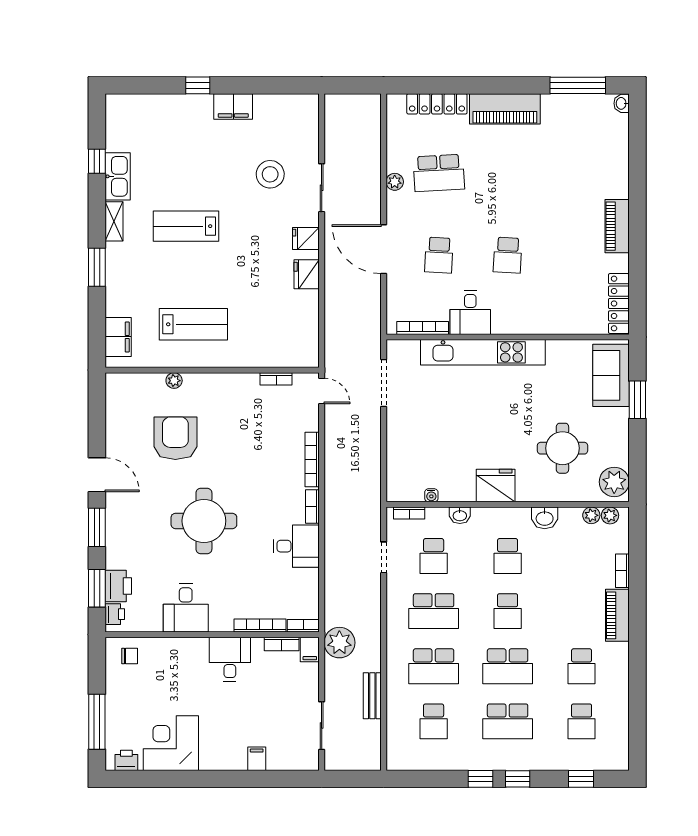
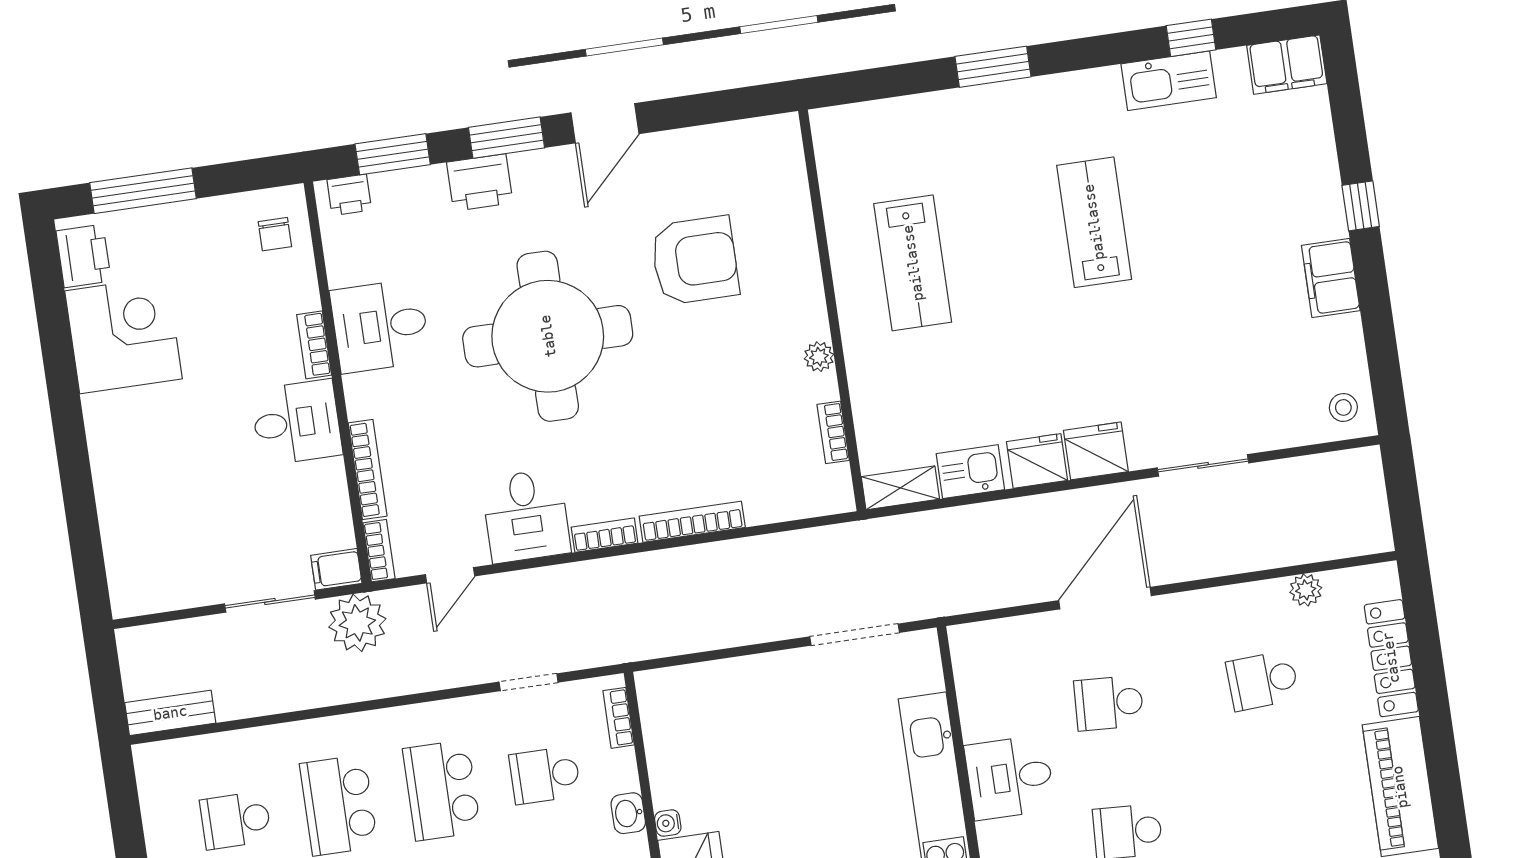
school desk: (439, 173) -> (1263, 681), width x0.54
stool: (270, 174) -> (1343, 407), moved, width x0.53, depth x0.53
plant: (395, 182) -> (1306, 590), moved
shelving: (114, 221) -> (900, 488), moved
fridge: (306, 238) -> (1096, 451), width x1.38
kitchen sink: (307, 310) -> (970, 472), added
bookcase: (423, 328) -> (968, 693), removed
filing cabinet: (118, 337) -> (1287, 65), moved
plant: (174, 381) -> (819, 357), moved
door: (322, 391) -> (450, 575), moved
water cooler: (431, 495) -> (668, 823), moved
round table: (204, 521) -> (548, 336), width x1.36, depth x1.36
printer: (118, 586) -> (480, 182), moved
bookcase: (282, 644) -> (314, 345), moved
bench: (372, 696) -> (170, 713), moved
sliding door: (322, 726) -> (270, 602), moved
filing cabinet: (257, 759) -> (118, 500), removed
printer: (126, 760) -> (84, 256), width x1.36, depth x1.24

